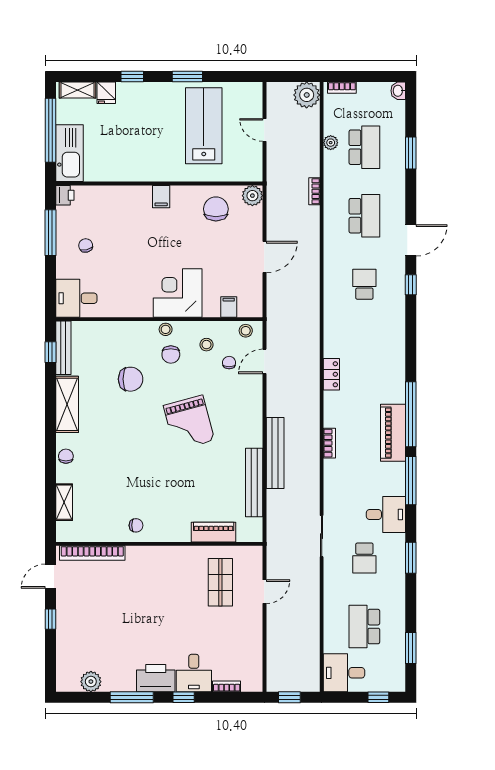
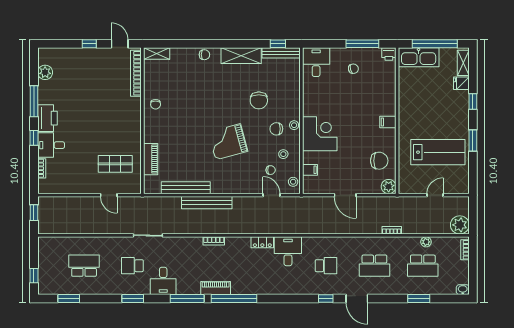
piano: (393, 433) -> (216, 288), width x0.73, depth x0.75
shelving: (64, 502) -> (157, 53), moved
desk: (344, 673) -> (288, 251), moved

